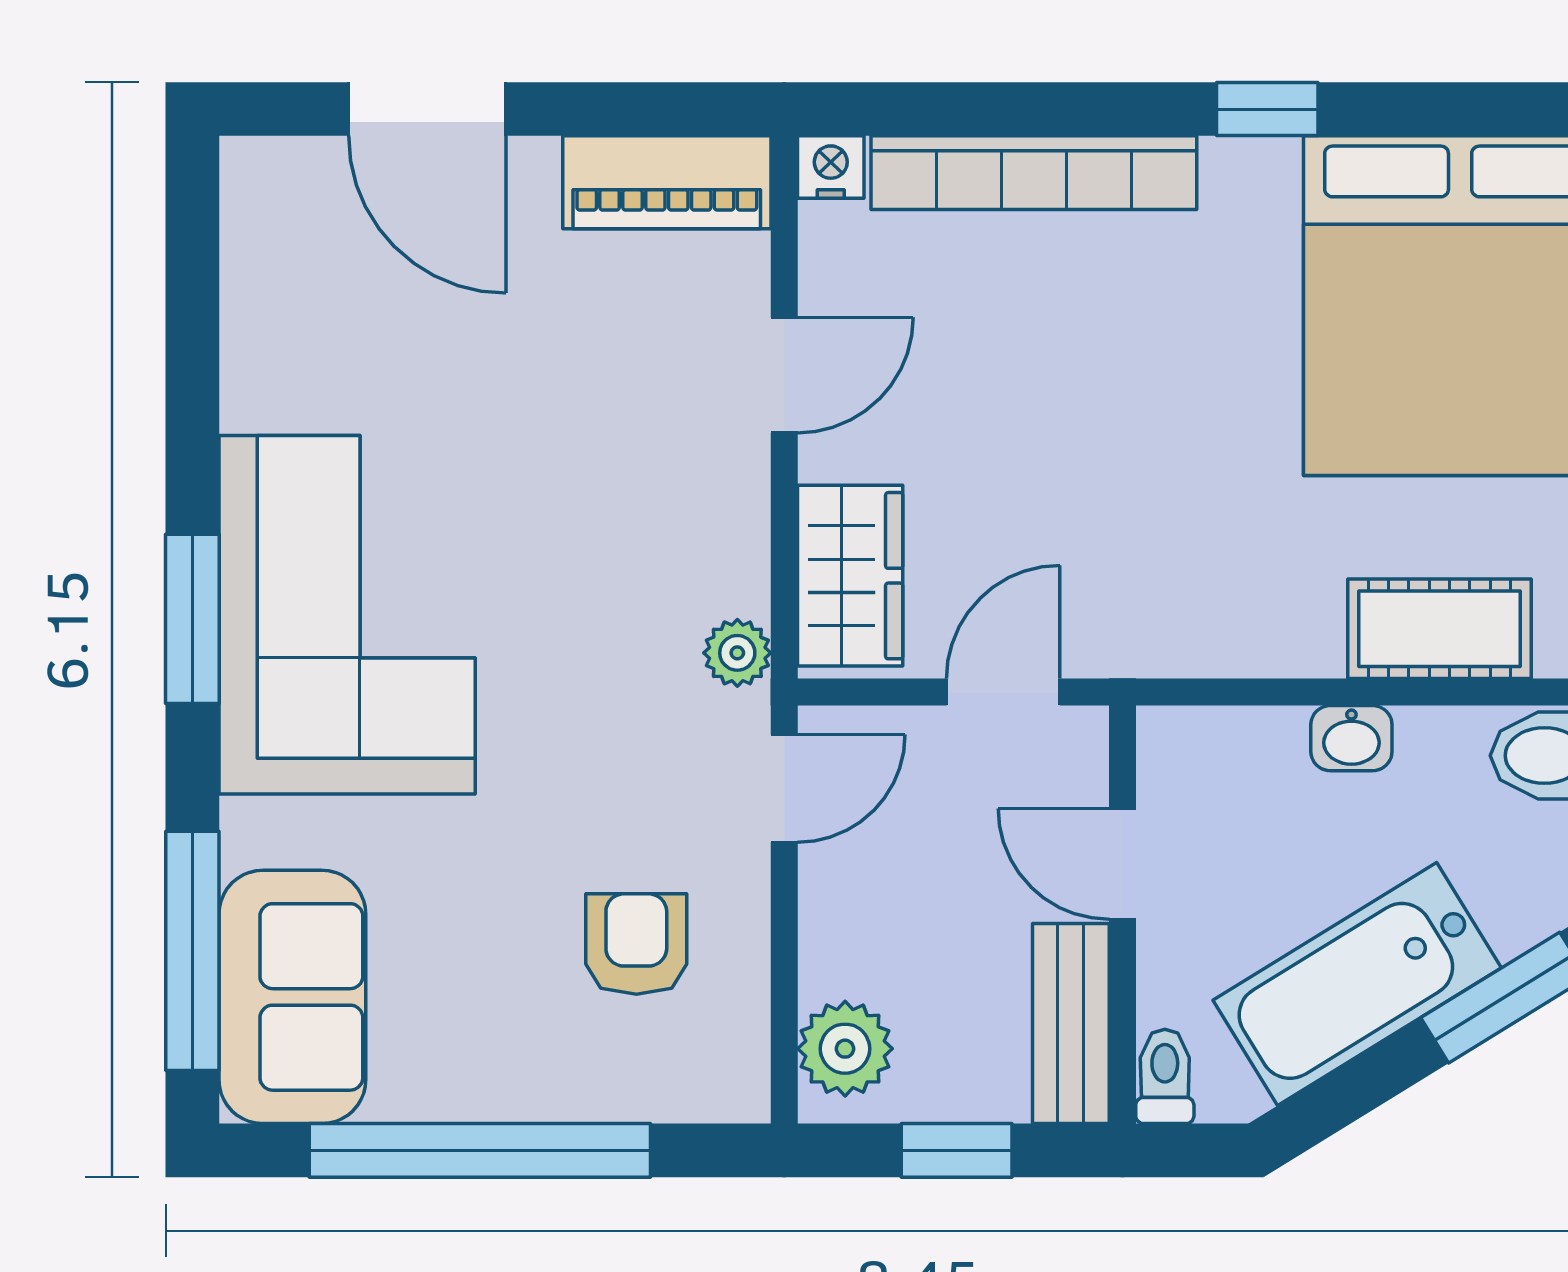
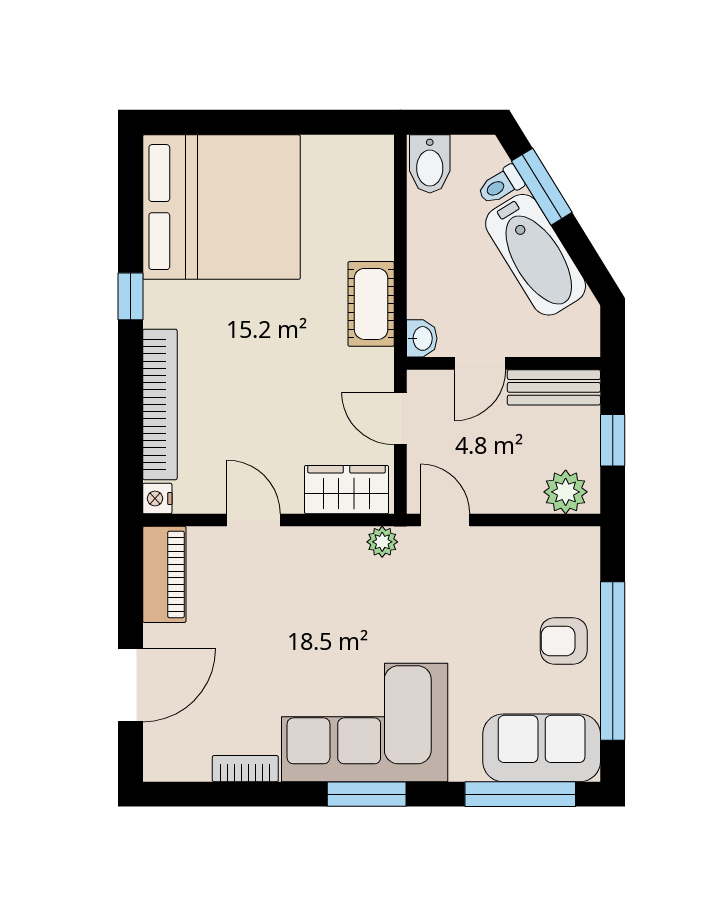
bookcase: (247, 357) -> (245, 769), added
cot: (1439, 629) -> (371, 304), moved
washbasin: (1351, 738) -> (422, 338), moved
armchair: (636, 944) -> (564, 641), moved
toilet: (1165, 1076) -> (501, 185), moved, turned -32

